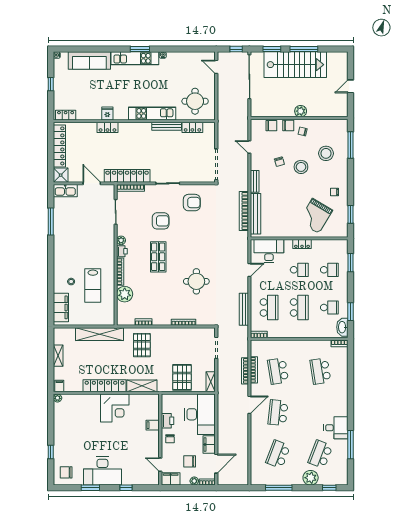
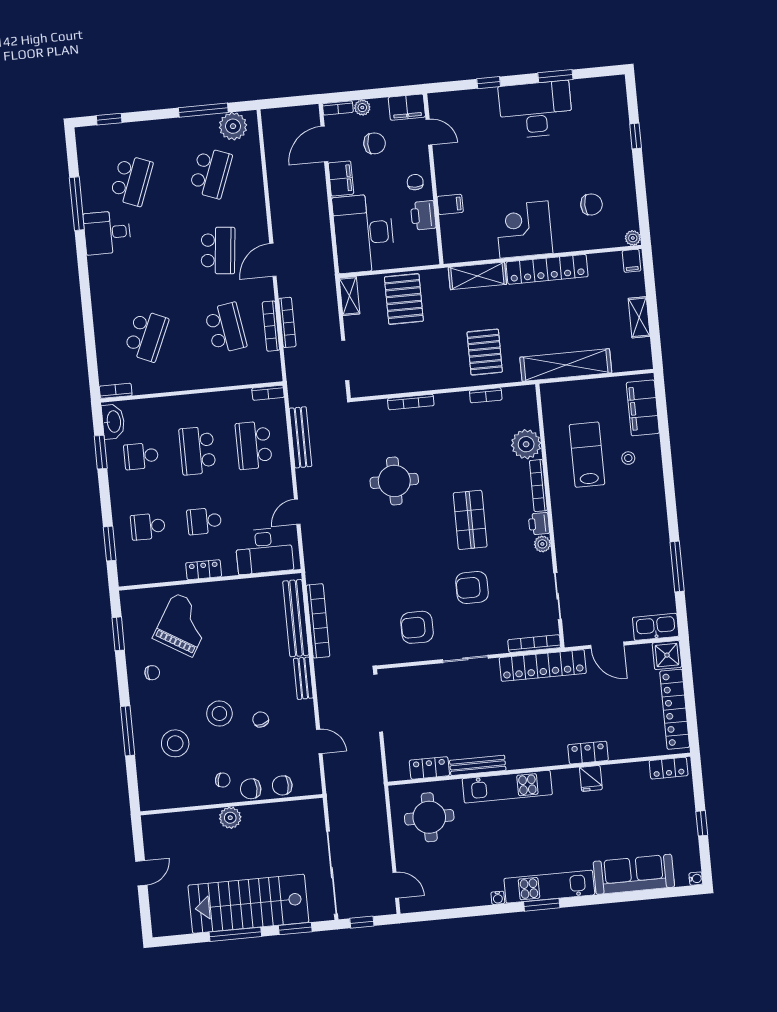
window: (351, 145) -> (128, 731), moved
school desk: (320, 371) -> (146, 336), turned 33
chair: (66, 472) -> (591, 204), moved
plant: (311, 478) -> (233, 126), moved

